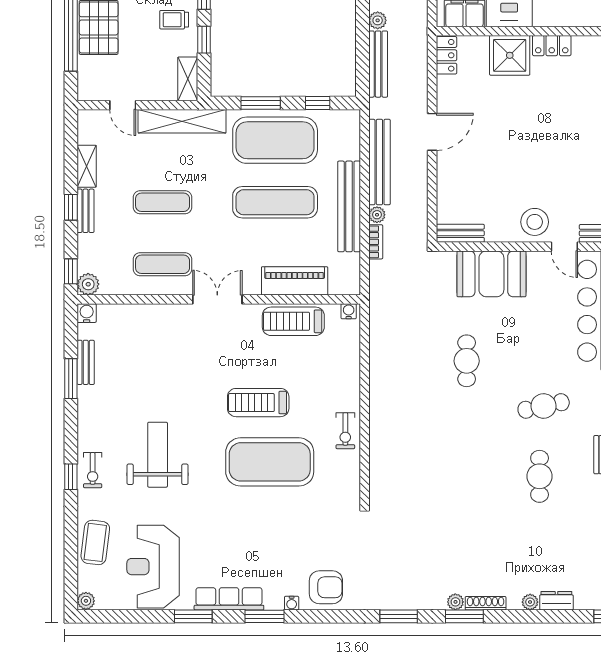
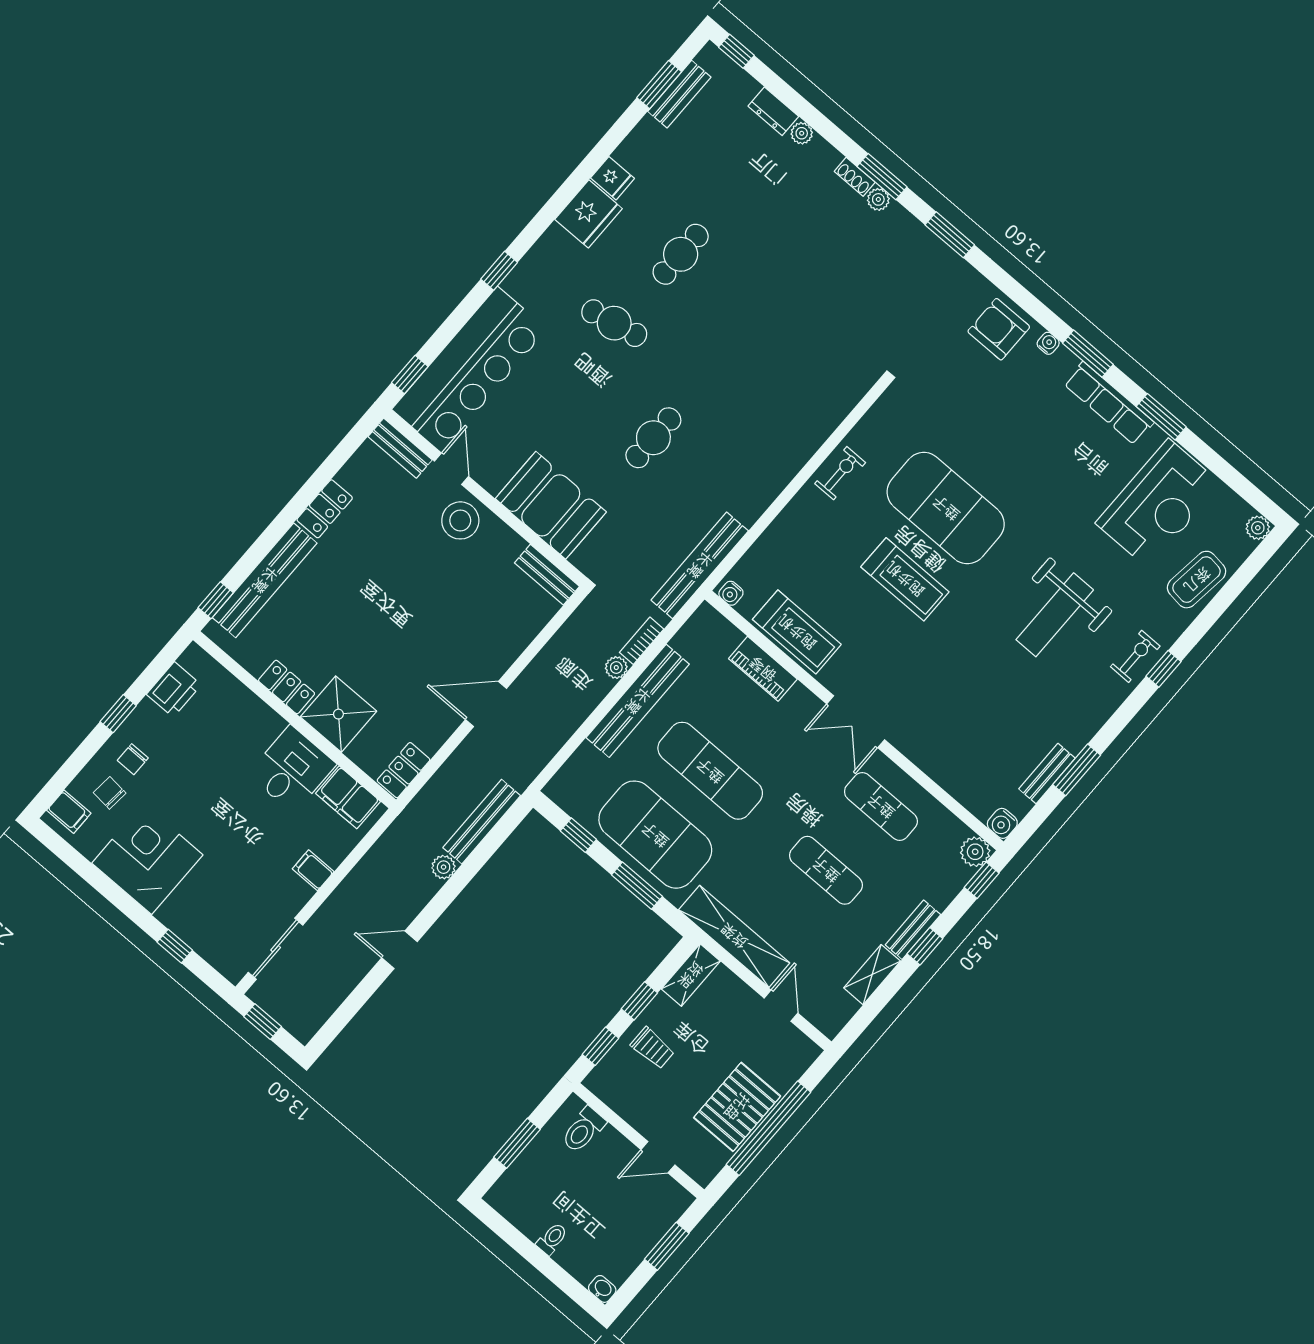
bench: (379, 162) -> (700, 565), moved
piano: (295, 281) -> (763, 669), width x0.73, depth x0.75
shoe rack: (486, 603) -> (855, 177), width x0.70

